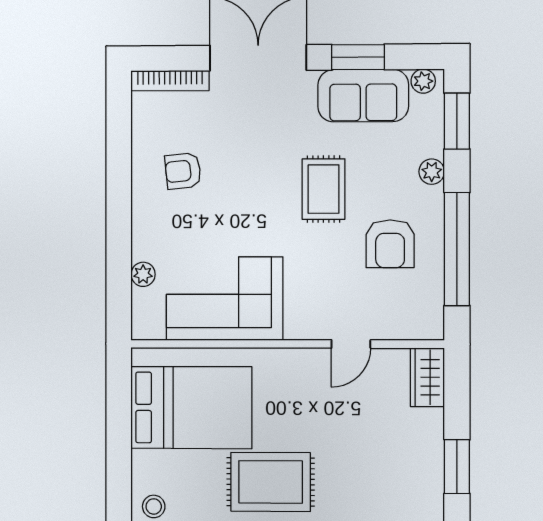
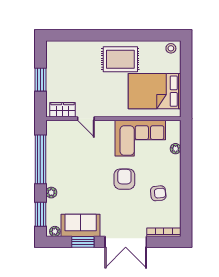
rug: (323, 189) -> (98, 185), removed
armchair: (390, 244) -> (124, 179), moved
door: (351, 344) -> (86, 119), swing flipped
wardrobe: (427, 377) -> (63, 110), moved, turned -90
window: (457, 467) -> (40, 80), moved

